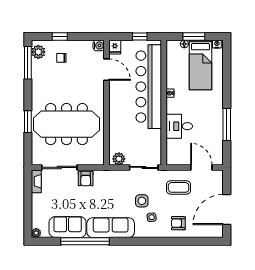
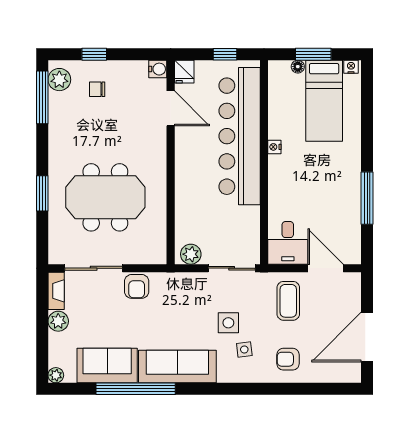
meeting table: (66, 124) -> (105, 197), width x0.73
desk: (179, 126) -> (288, 243), moved, turned -90
coffee table: (179, 187) -> (288, 301), turned 90
plant: (38, 200) -> (58, 321), added

